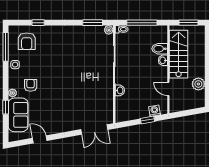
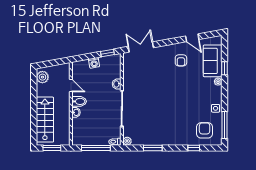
window: (93, 23) -> (153, 148), moved
bidet: (160, 49) -> (79, 101), moved
stairs: (179, 54) -> (45, 120), moved, turned 180
plant: (198, 84) -> (42, 77), moved
armchair: (31, 85) -> (181, 60), moved
washing machine: (155, 111) -> (94, 63), moved
window: (147, 120) -> (107, 53), moved

